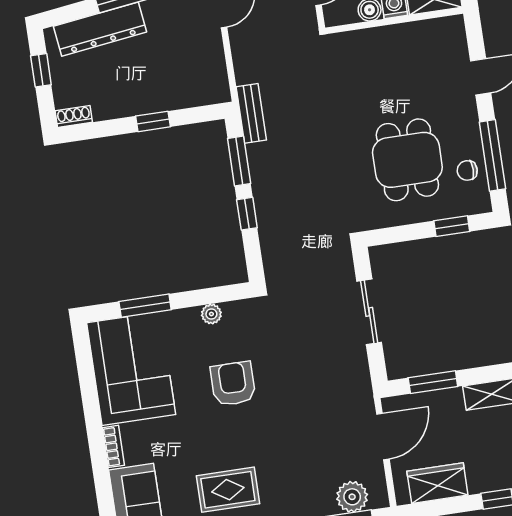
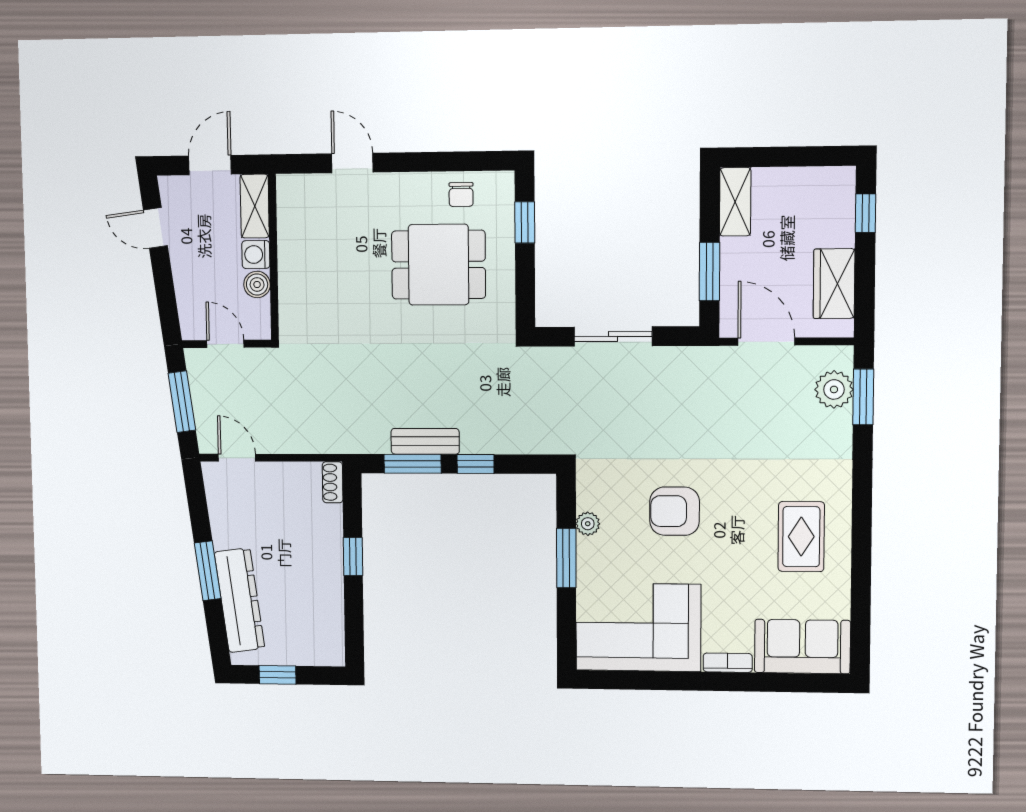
bench: (251, 113) -> (425, 441), moved
shoe rack: (74, 116) -> (333, 482), moved
window: (492, 155) -> (447, 162), removed
window: (145, 306) -> (566, 558), moved

